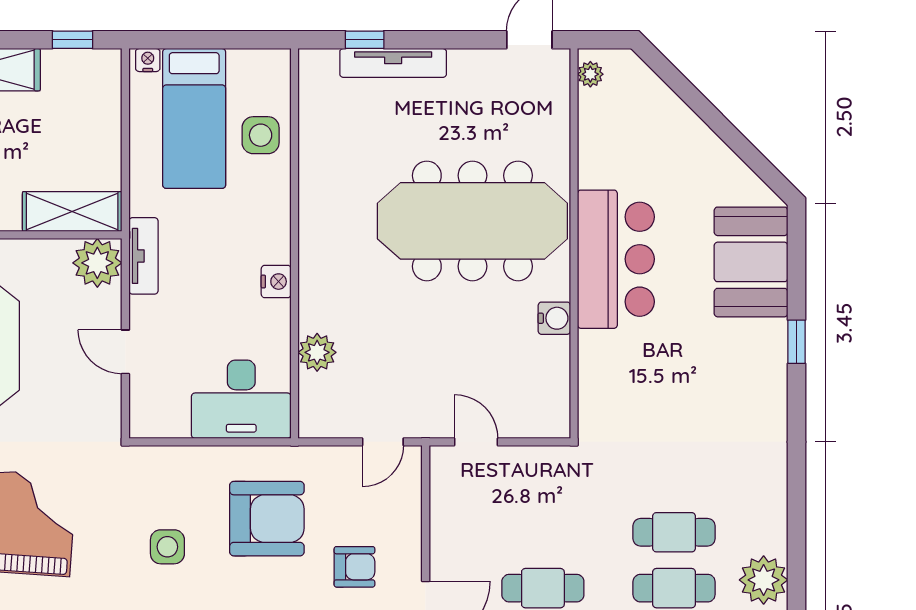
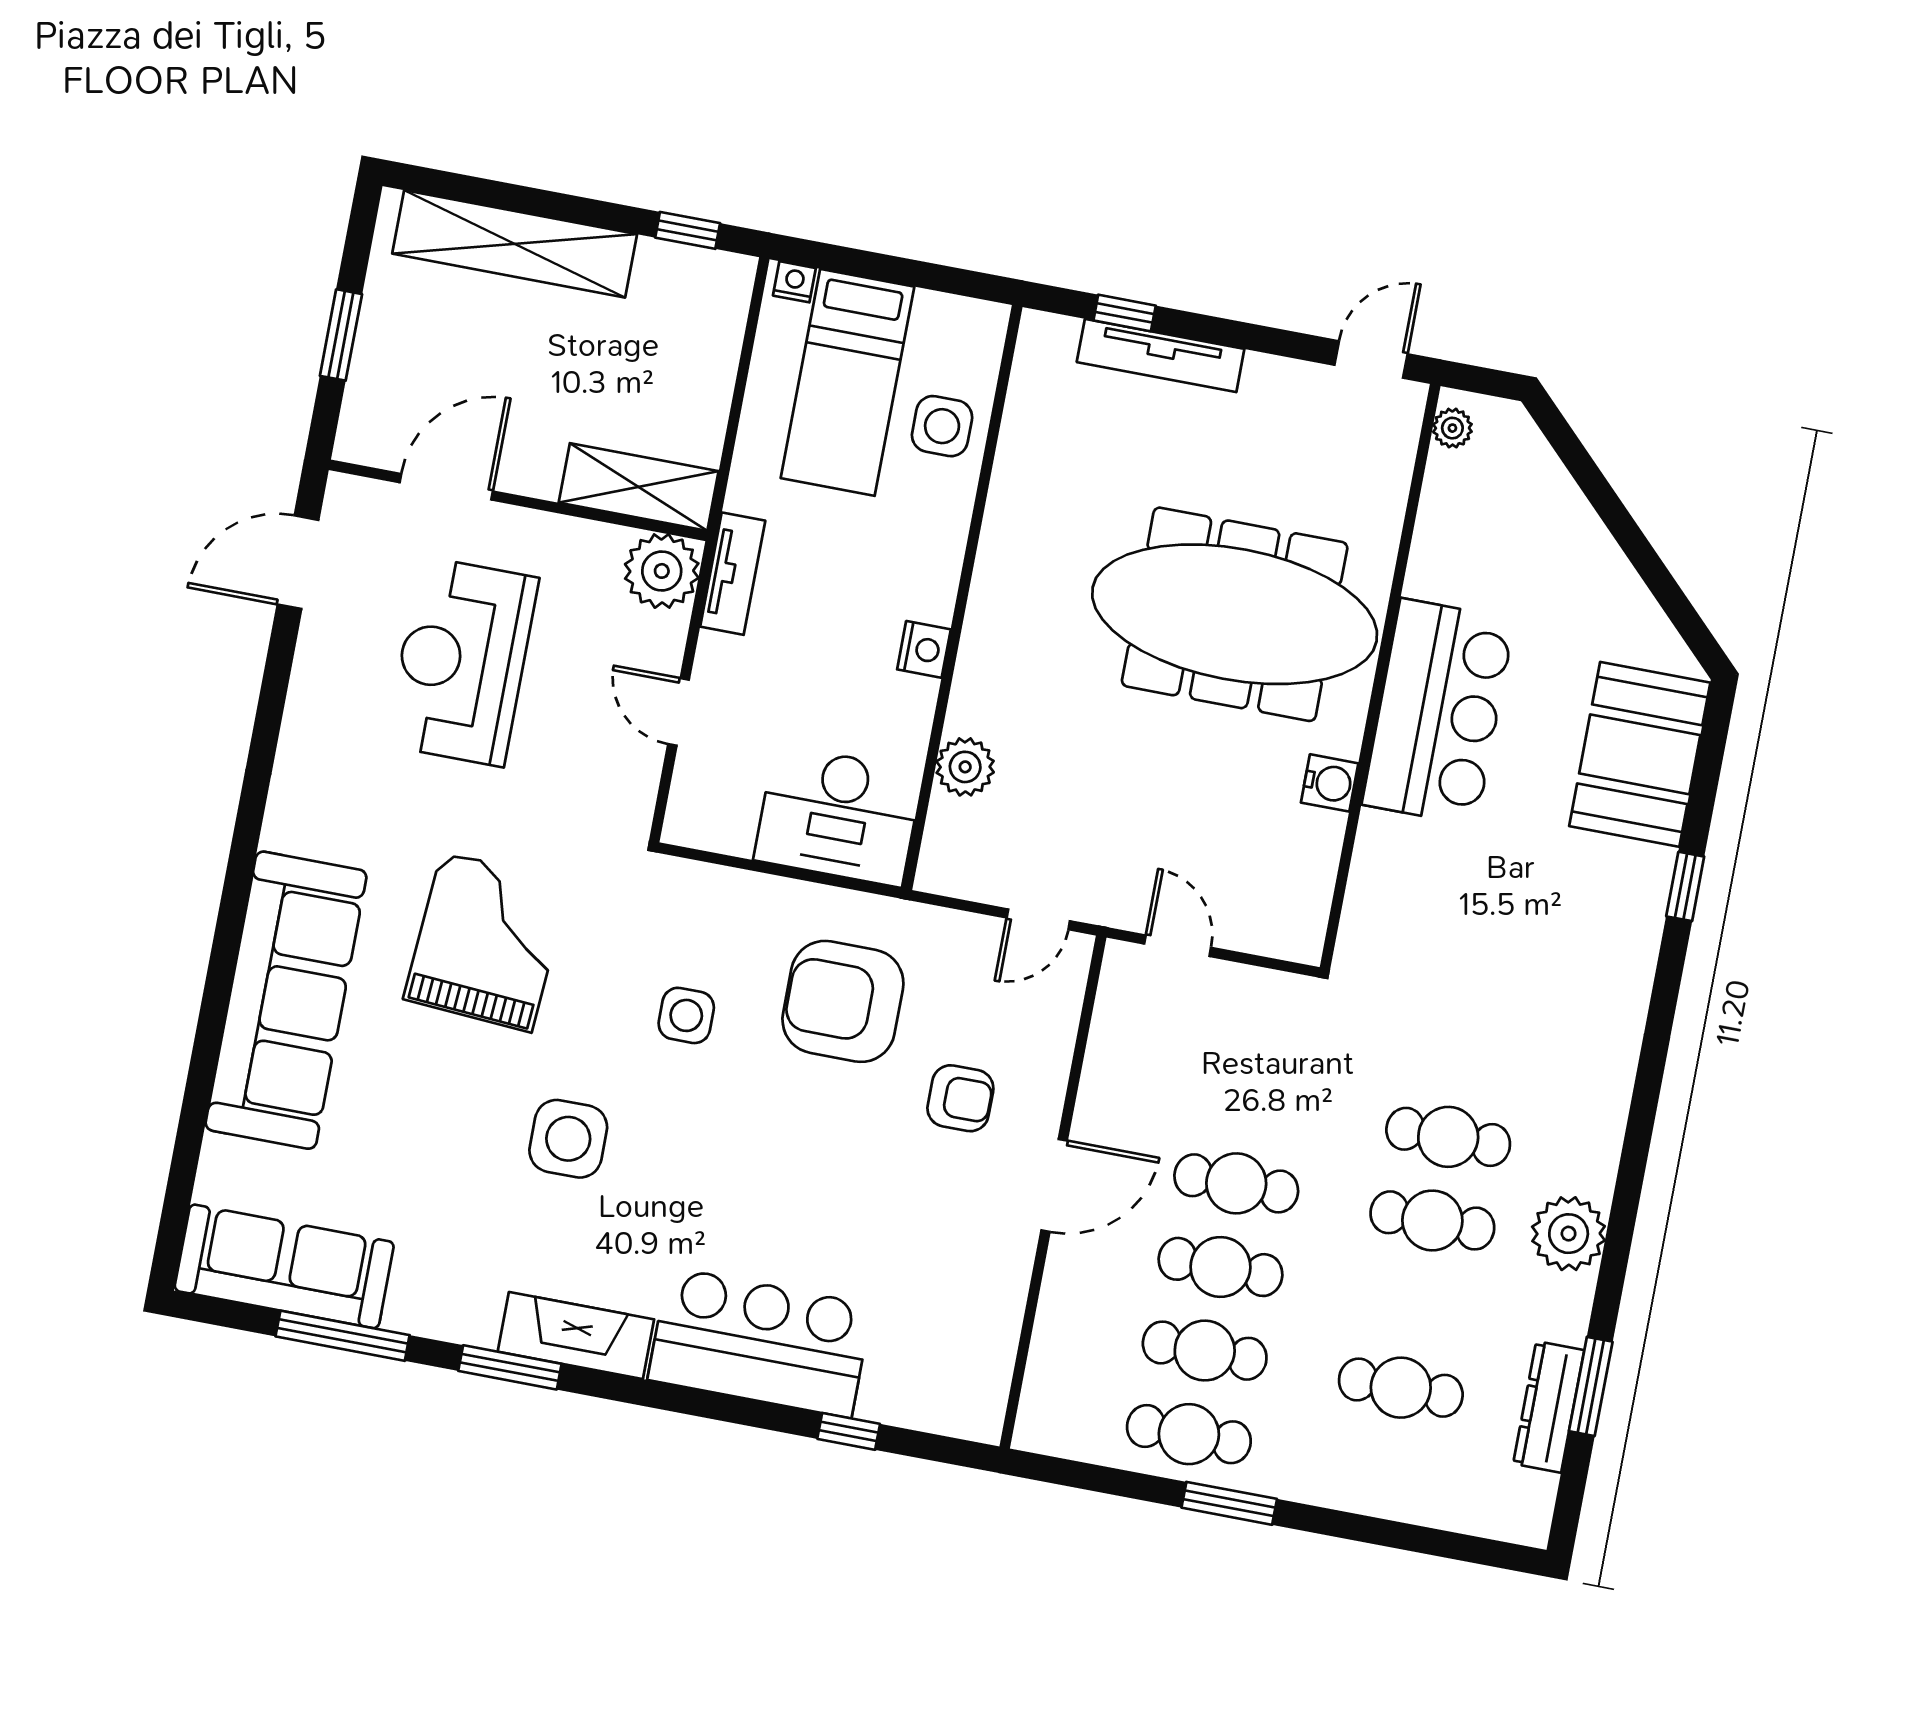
armchair: (267, 519) -> (843, 1001), turned 180

